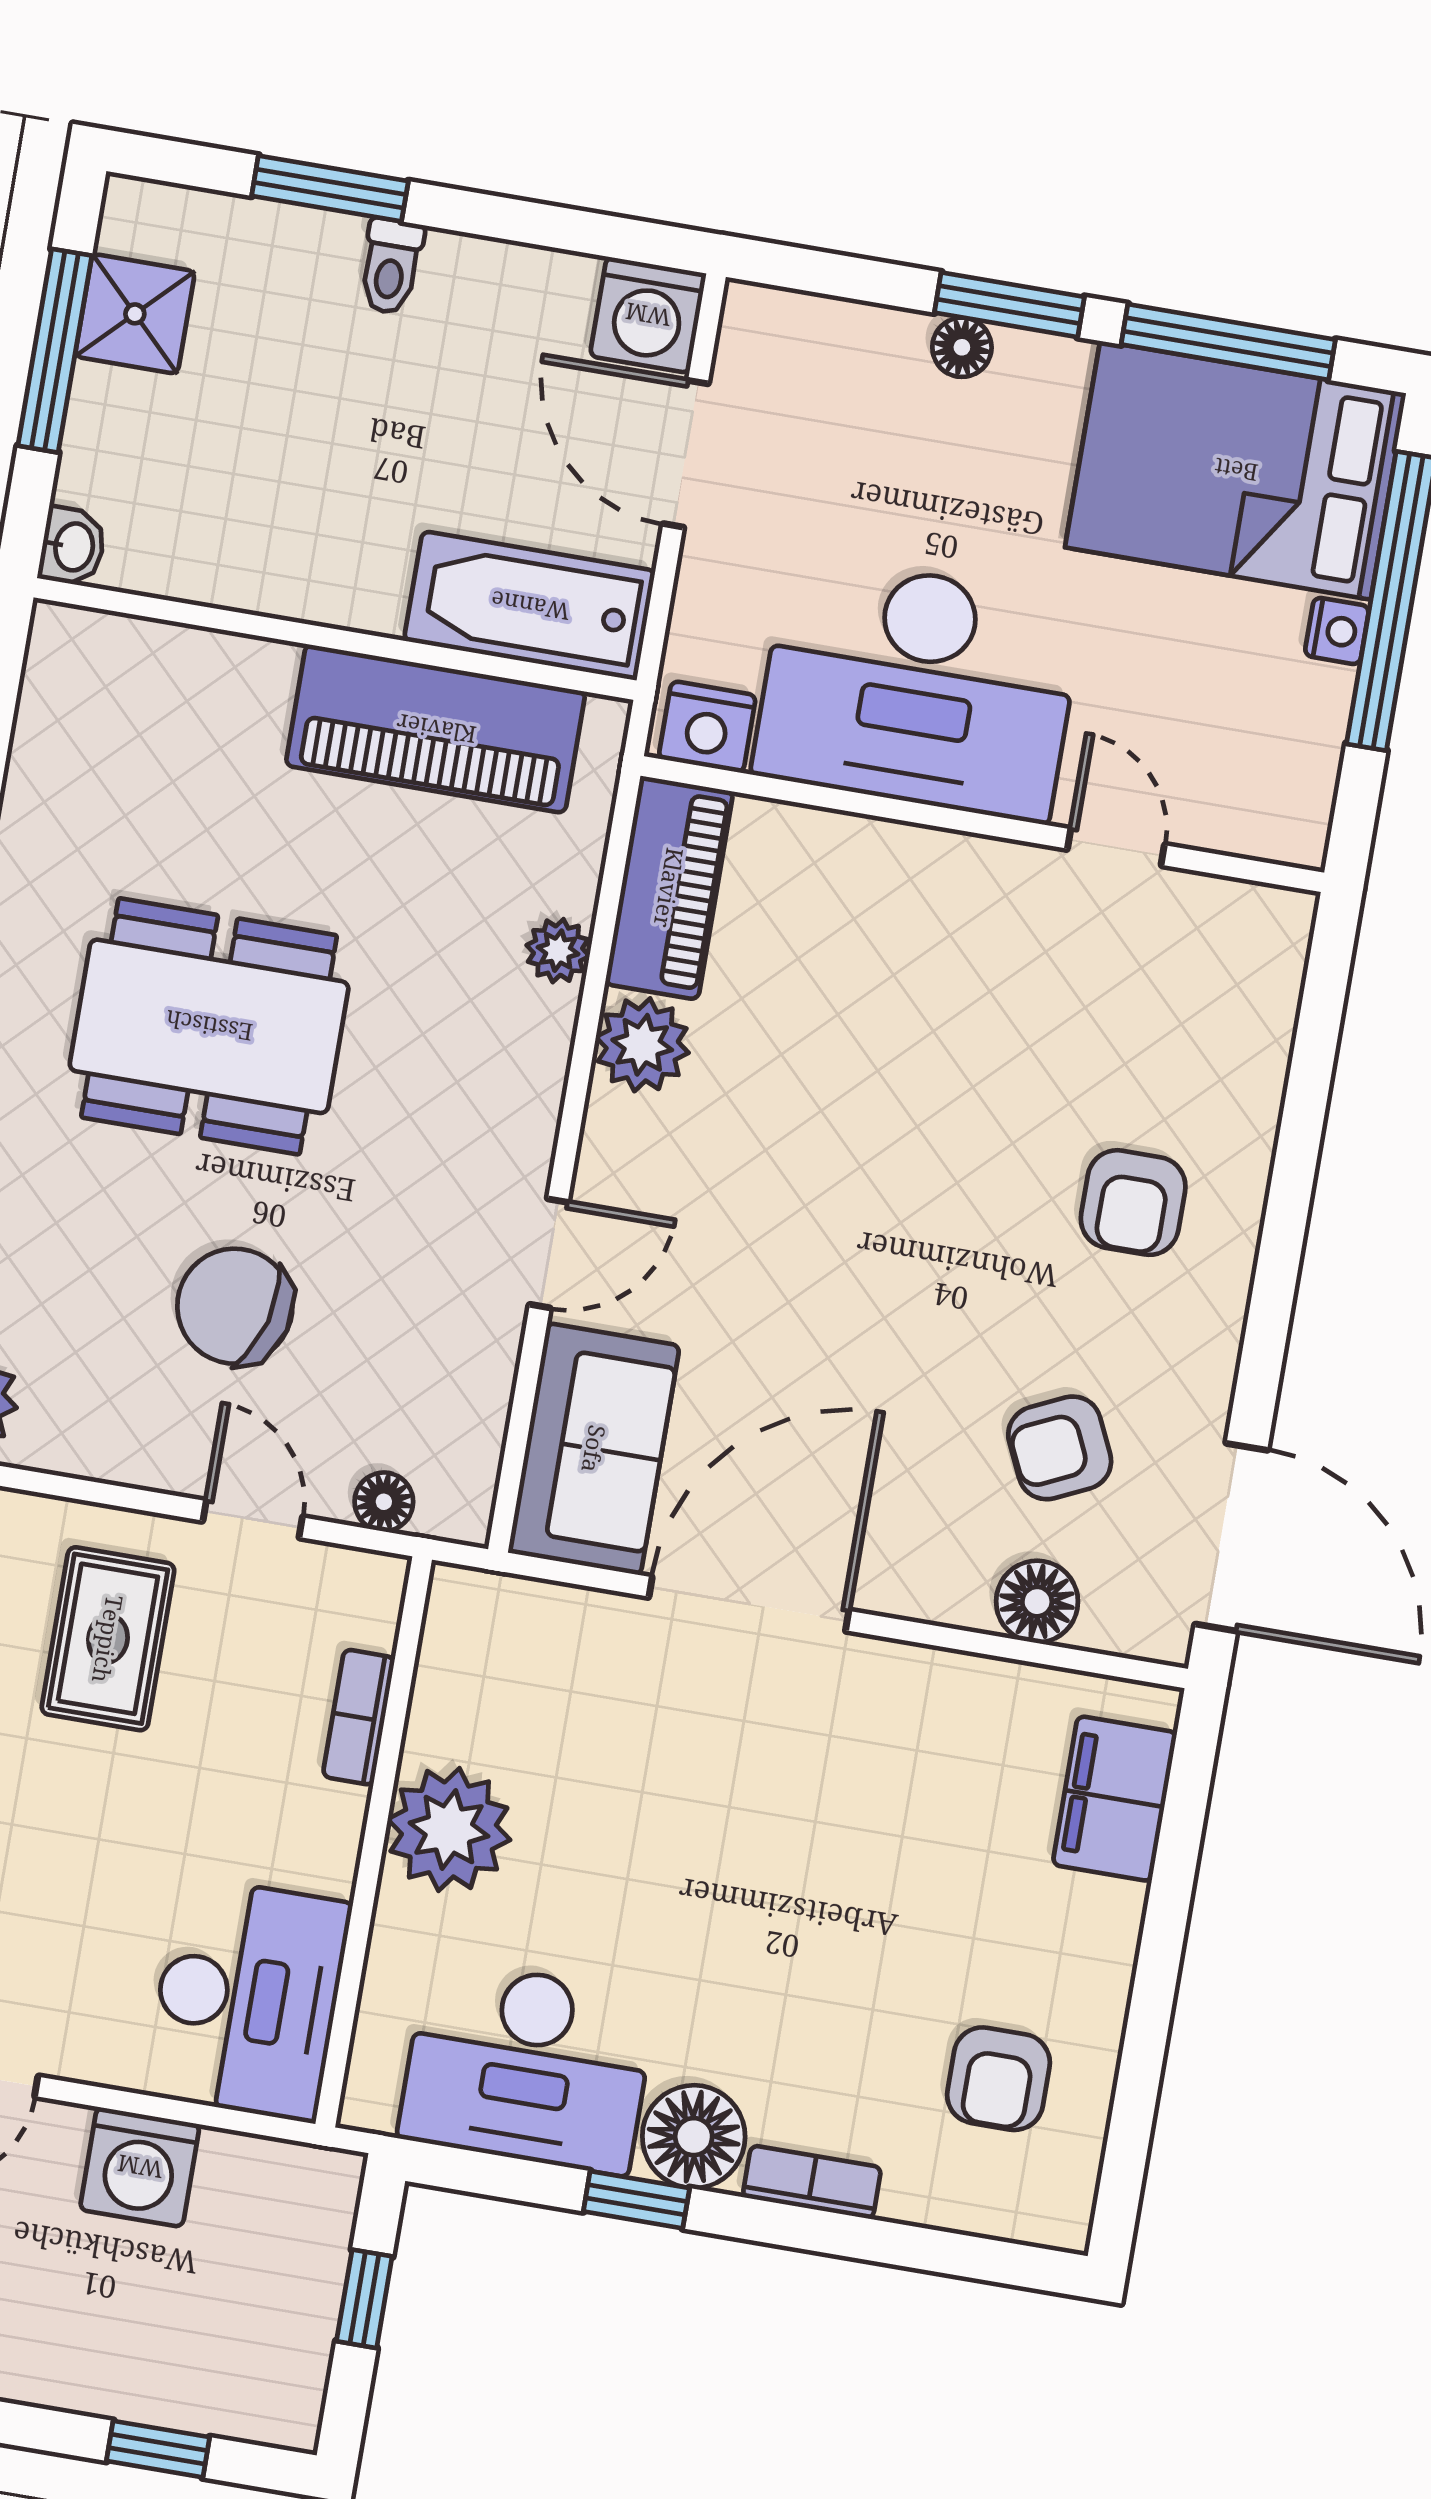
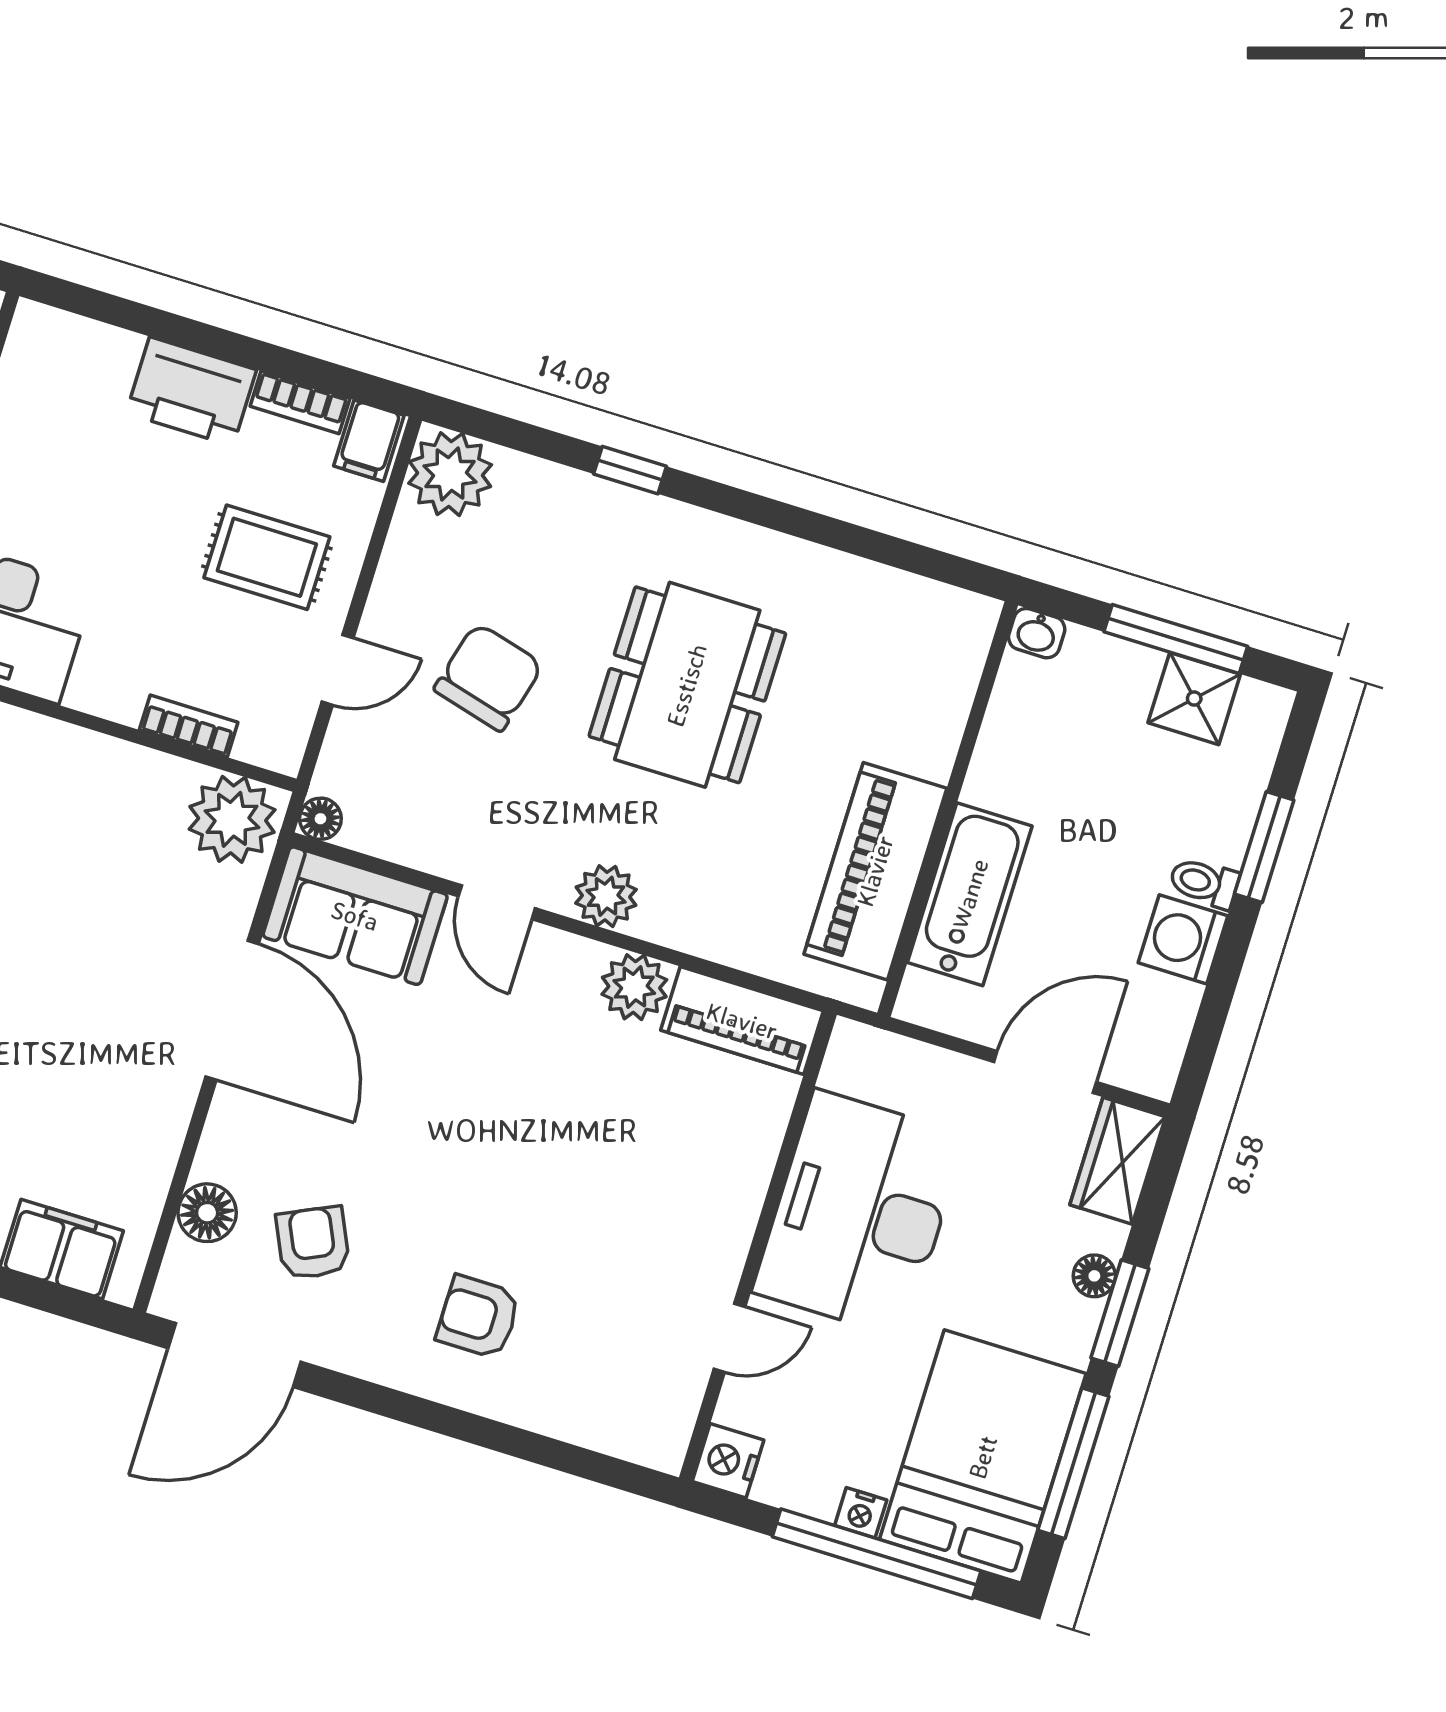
washing machine: (648, 315) -> (1183, 939), moved
wardrobe: (796, 336) -> (1118, 1161), added
bathtub: (530, 606) -> (970, 894), moved
nightstand: (707, 727) -> (728, 1461), moved
plant: (558, 951) -> (606, 896), moved, width x1.38, depth x1.38
floor lamp: (384, 1502) -> (320, 819), moved
plant: (449, 1829) -> (232, 819), moved

